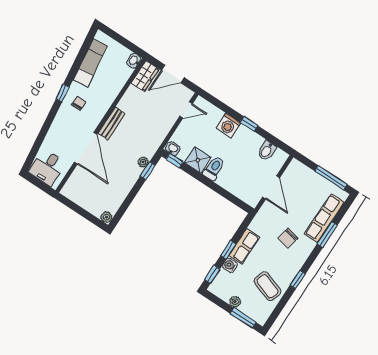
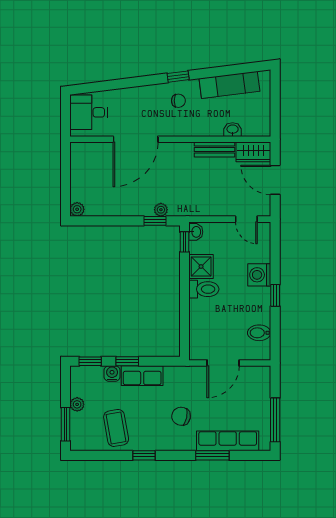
washbasin: (134, 61) -> (233, 130), moved
bench: (112, 123) -> (215, 150), moved
coffee table: (268, 286) -> (116, 428), turned -30

